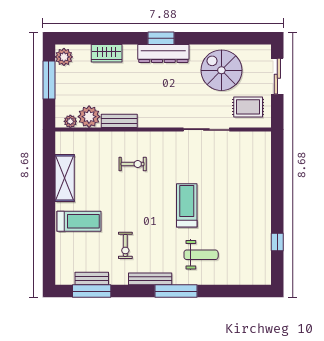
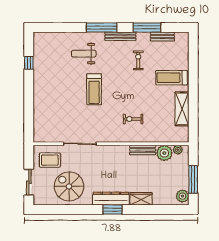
wardrobe: (107, 53) -> (141, 199), moved
spiral stairs: (221, 70) -> (69, 186), turned 180
window: (92, 291) -> (147, 28), moved

